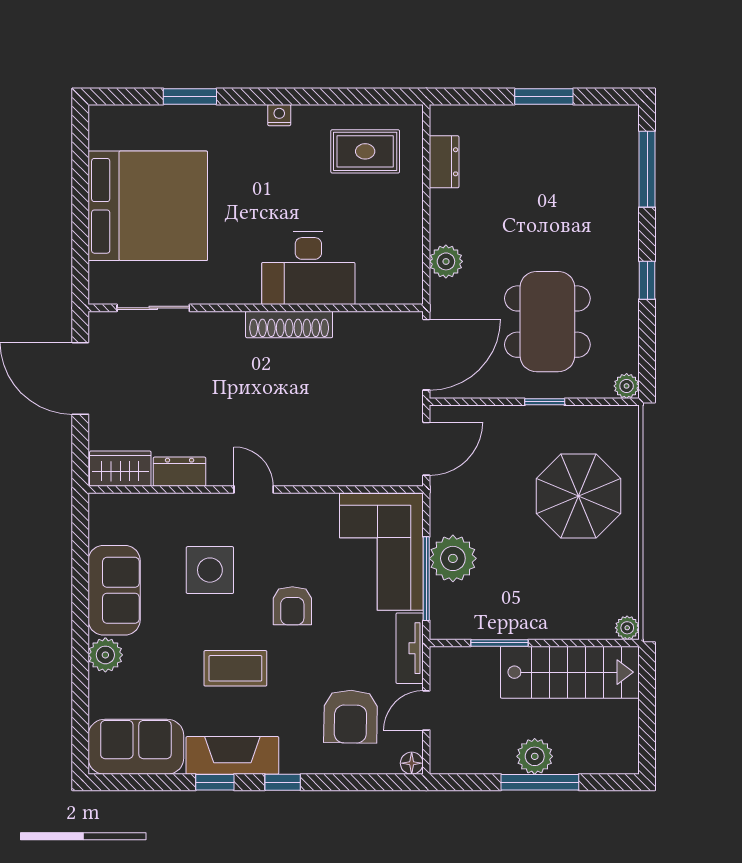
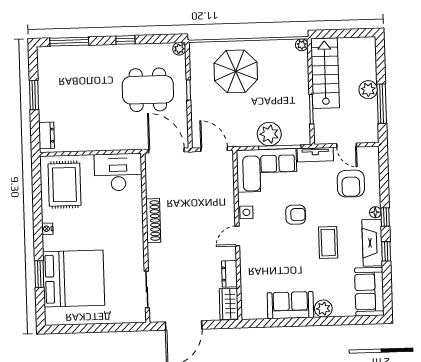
rug: (365, 151) -> (64, 185), width x1.36, depth x1.43
dresser: (444, 162) -> (47, 135), moved, turned 90
bed: (148, 206) -> (74, 279), moved, turned 90
plant: (446, 261) -> (119, 142), removed
desk: (308, 268) -> (118, 172), moved, turned -90
side table: (210, 570) -> (246, 212), moved, width x0.54, depth x0.54
armchair: (351, 717) -> (351, 184), turned 89
floor lamp: (412, 763) -> (375, 212), moved
window: (540, 782) -> (382, 104), moved

